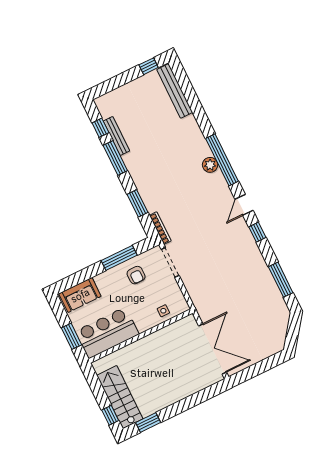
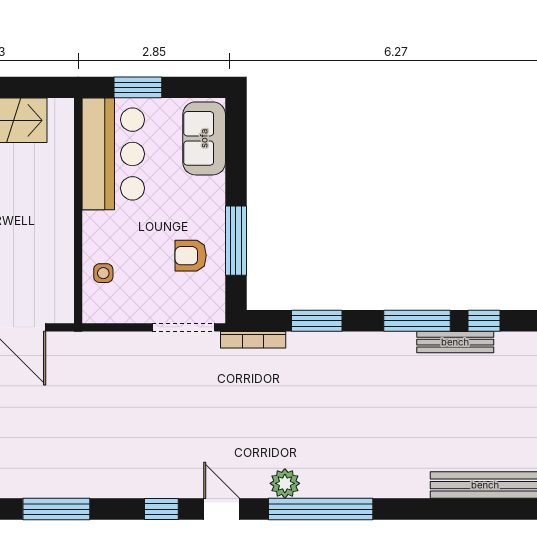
plant: (210, 165) -> (285, 483), moved

